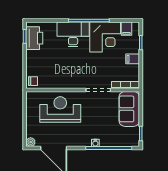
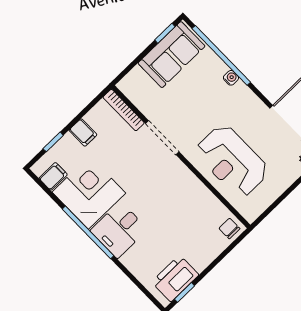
desk: (73, 34) -> (119, 230), width x0.73
sofa: (129, 109) -> (171, 55), moved

